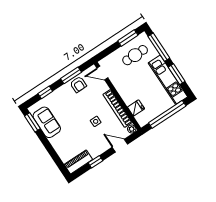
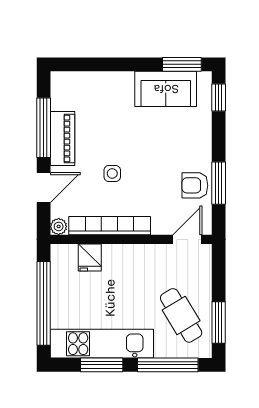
cafe table: (135, 55) -> (181, 315), turned -31
window: (45, 92) -> (219, 97), moved
piano: (78, 162) -> (62, 139), moved
window: (95, 162) -> (44, 128), width x2.17

